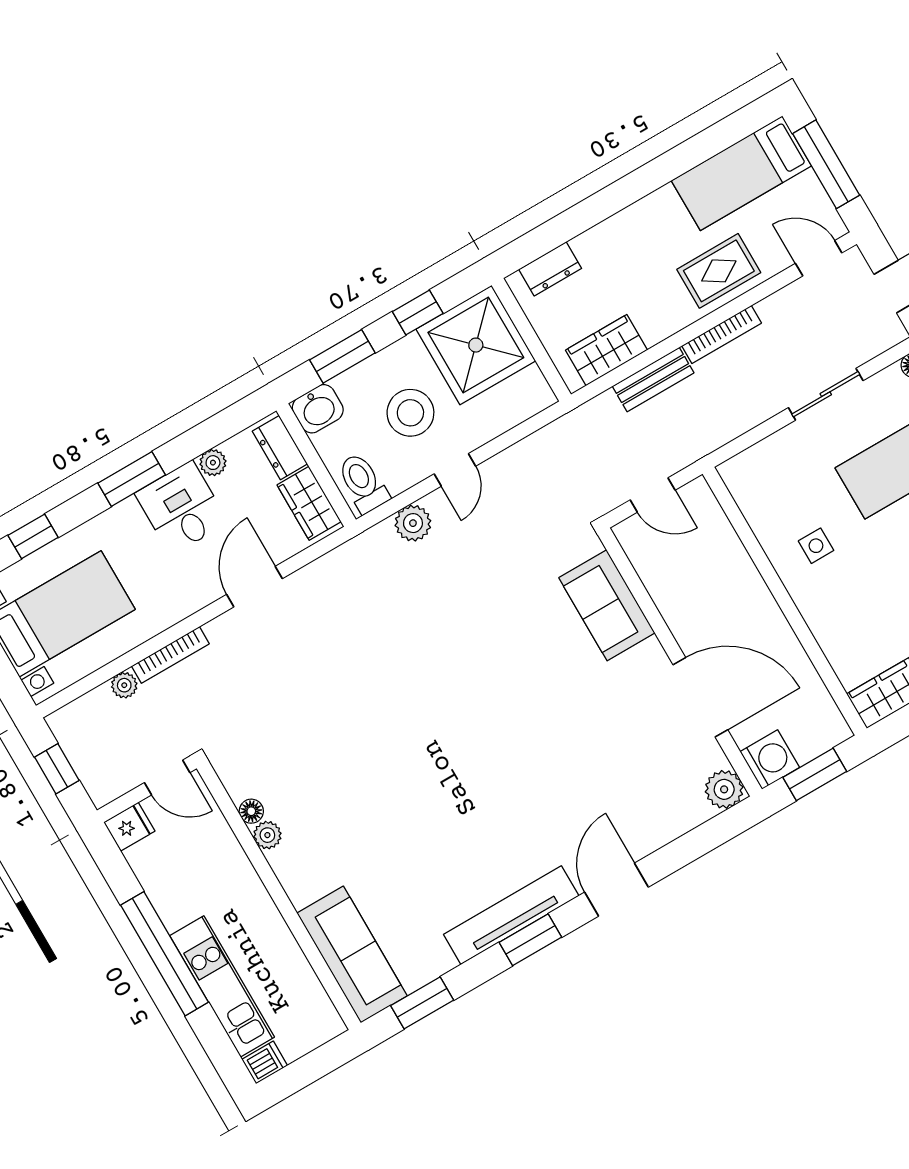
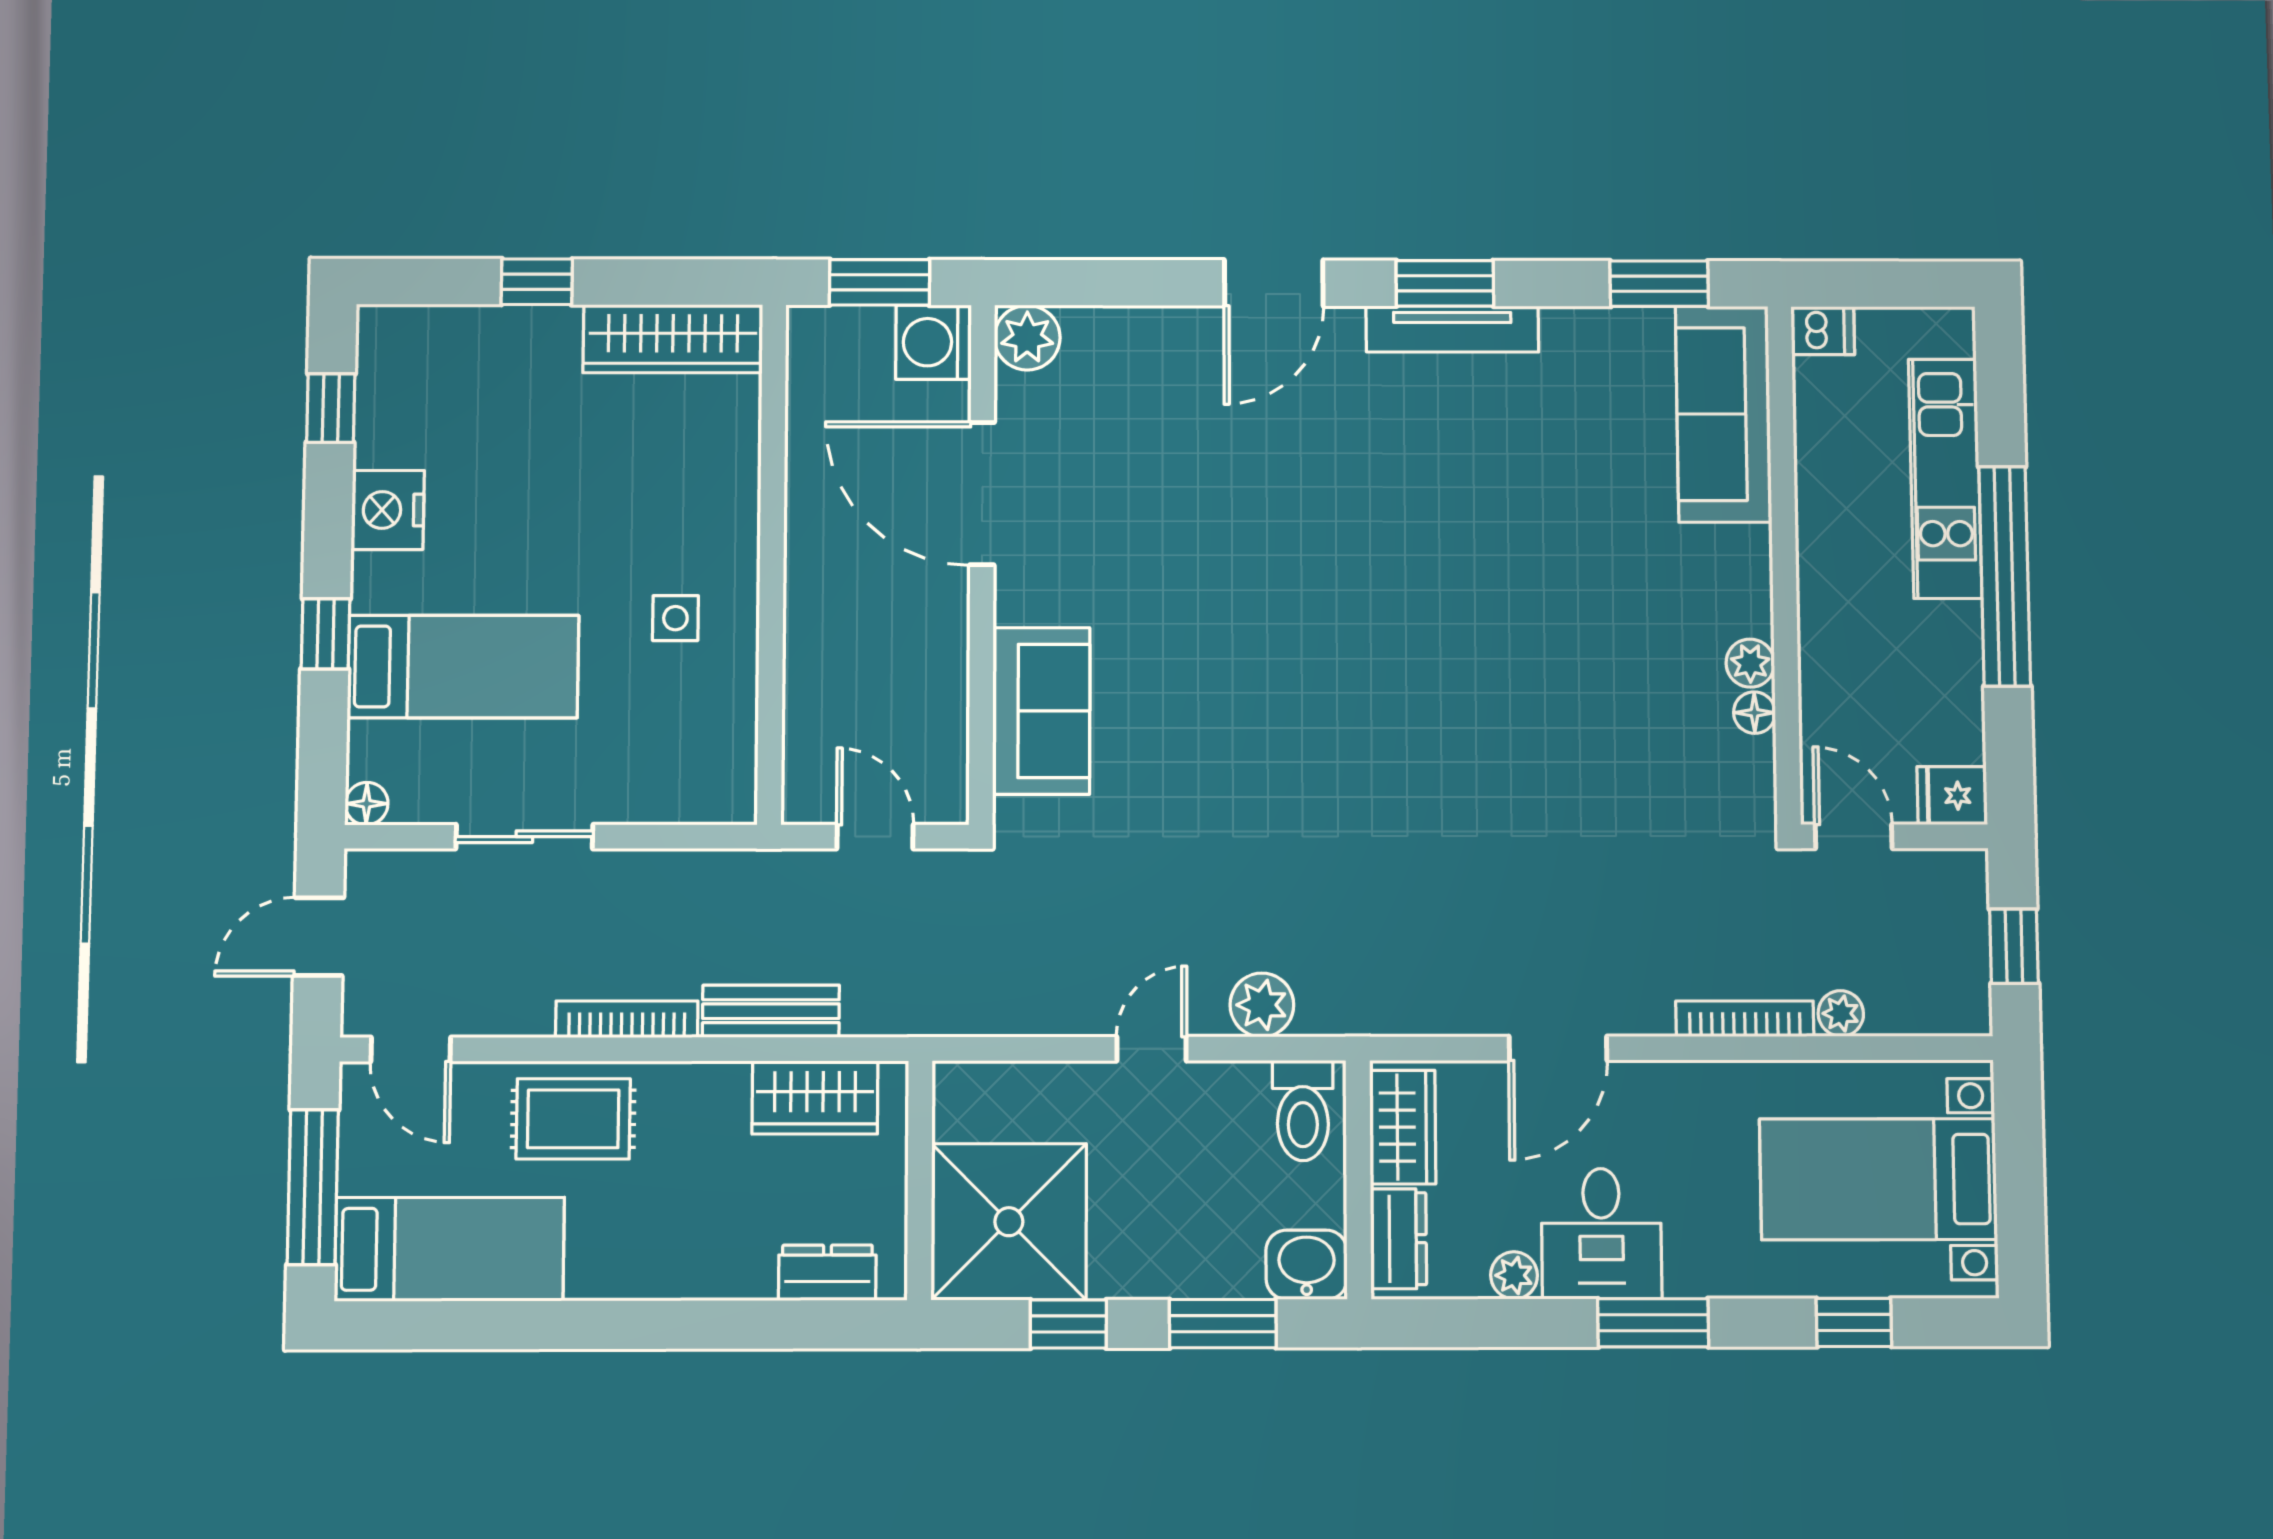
stool: (410, 413) -> (1169, 1176), removed
tv unit: (511, 915) -> (1452, 329), width x0.73, depth x0.78
dishwasher: (265, 1062) -> (1823, 331), moved, turned 180

